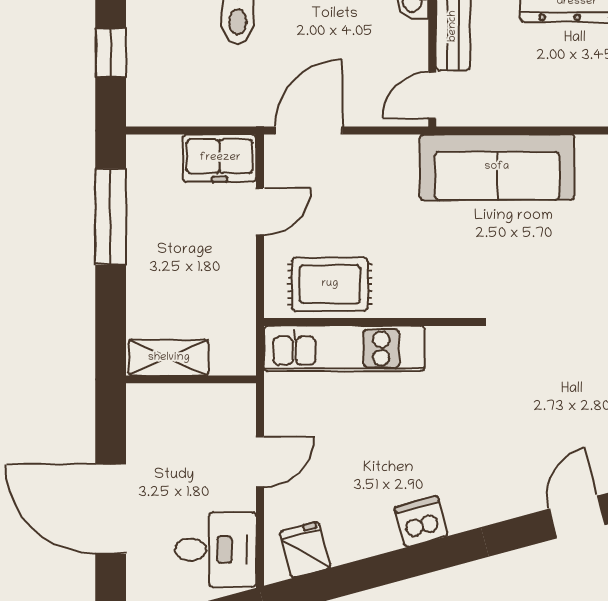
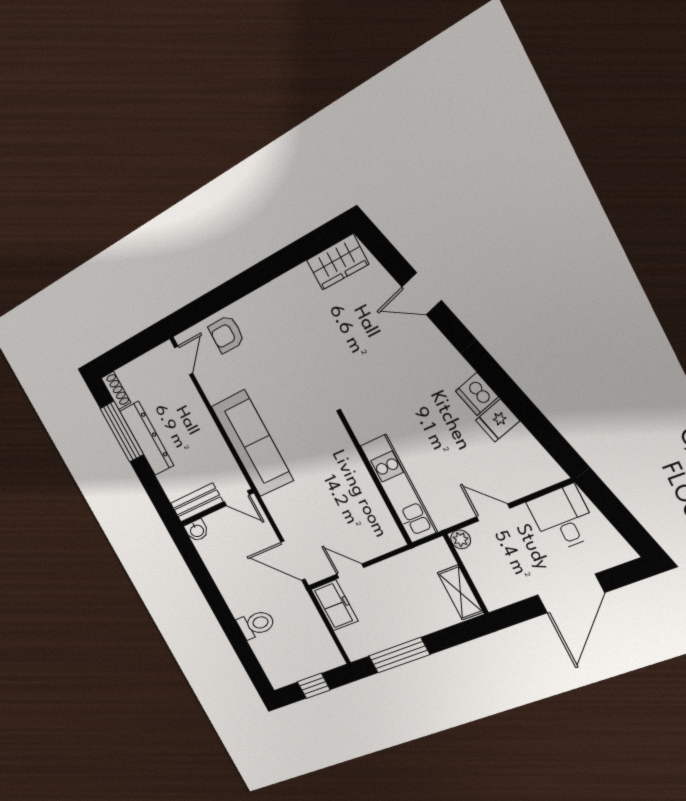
rug: (330, 284) -> (368, 513), removed
plant: (242, 398) -> (461, 539), added
fridge: (305, 550) -> (498, 421), moved

